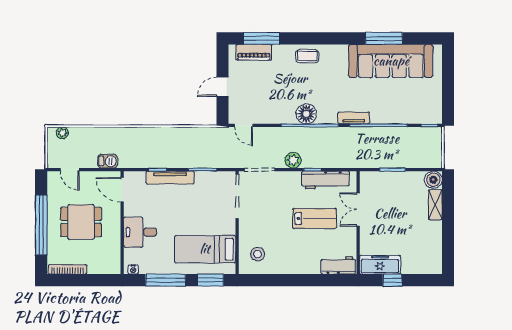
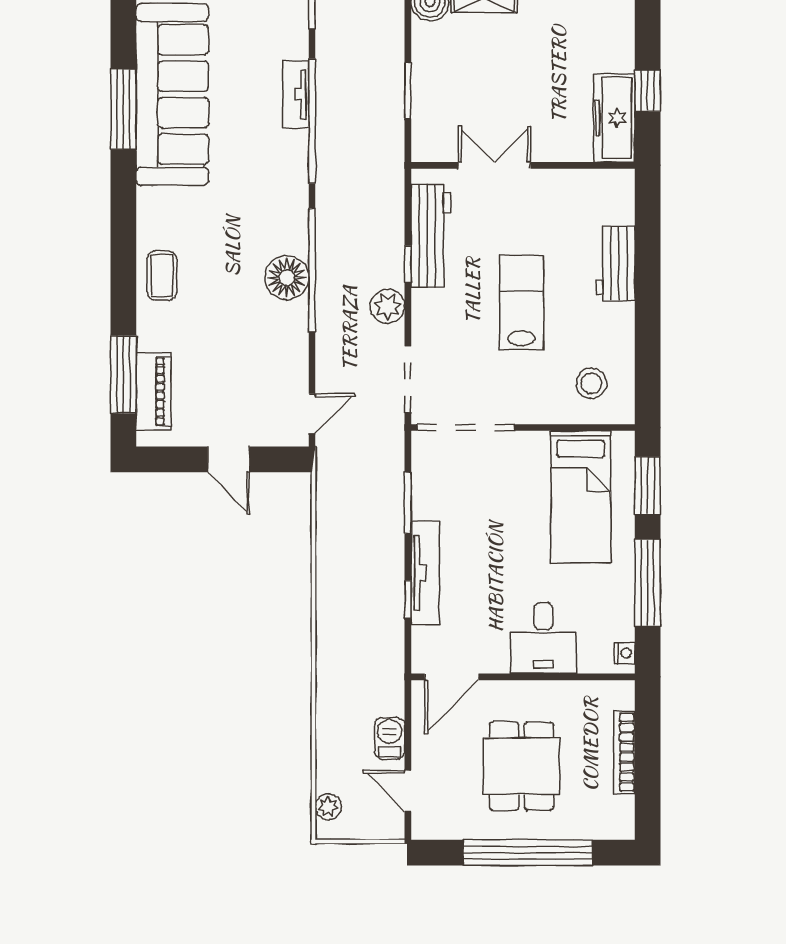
tv unit: (354, 118) -> (296, 94), moved
barbecue: (108, 161) -> (390, 738), moved
door: (70, 170) -> (408, 791), swing flipped
double door: (358, 210) -> (495, 165), swing flipped
lab bench: (315, 219) -> (522, 302), moved
workbench: (338, 265) -> (616, 263), moved
bookcase: (67, 269) -> (624, 752), moved

